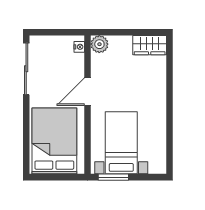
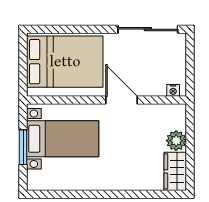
plant: (99, 44) -> (176, 141), moved
window: (113, 177) -> (23, 147), moved

